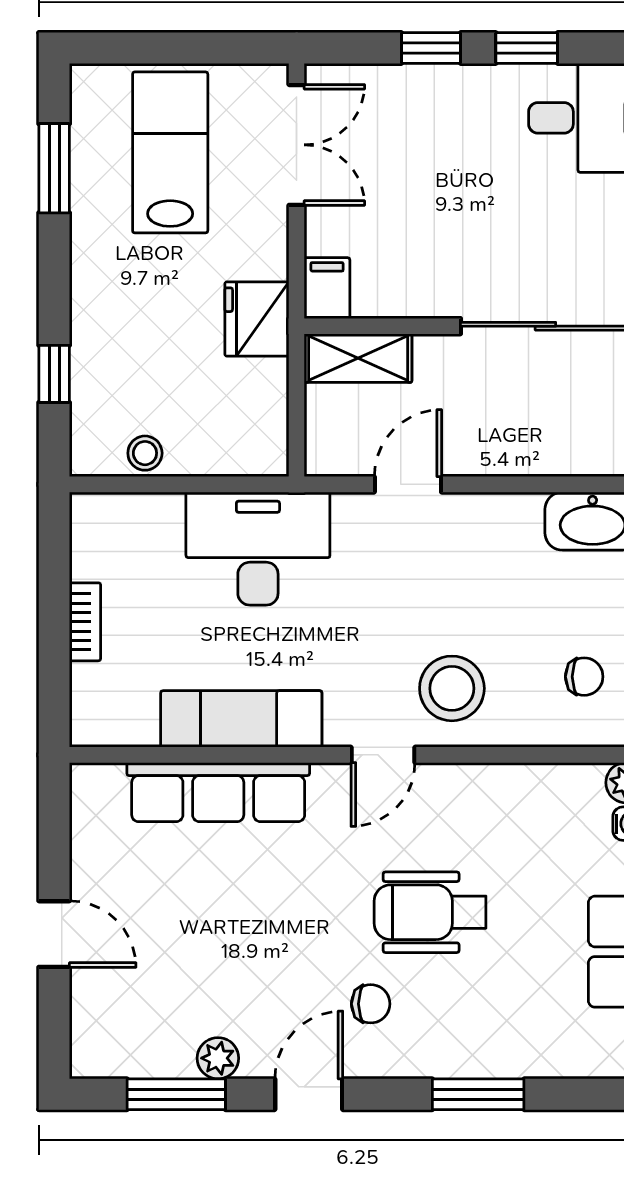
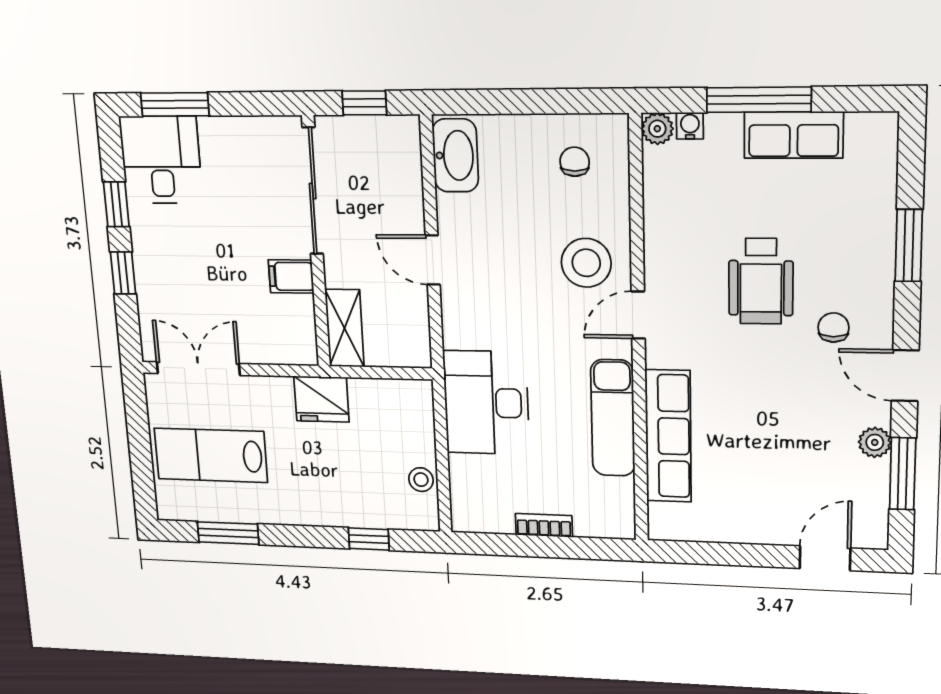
filing cabinet: (327, 288) -> (291, 276), moved
door: (408, 484) -> (433, 260), moved
door: (383, 755) -> (638, 315), swing flipped
door: (54, 934) -> (825, 558), moved

